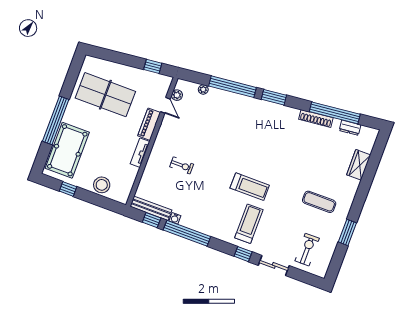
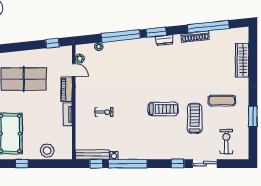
dresser: (350, 128) -> (164, 40), moved
wardrobe: (359, 165) -> (242, 60), width x1.50
treadmill: (249, 224) -> (195, 118), moved

